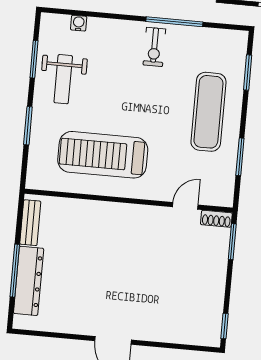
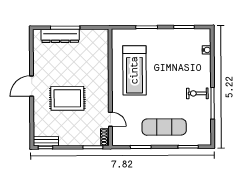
weight bench: (63, 79) -> (174, 44), removed
treadmill: (103, 155) -> (134, 70), turned 180
bench: (30, 223) -> (46, 141), moved
rug: (141, 279) -> (67, 98), added

